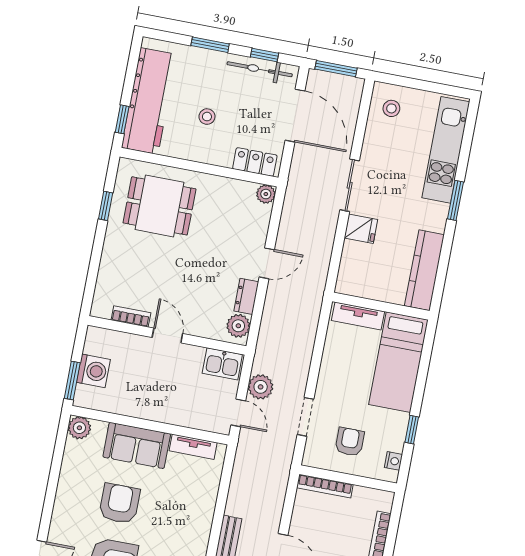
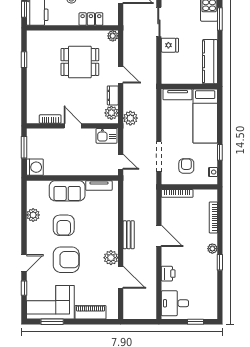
locker: (255, 162) -> (91, 19), moved
dining table: (159, 206) -> (80, 62), moved
door: (267, 263) -> (121, 75), hinge flipped
washing machine: (93, 371) -> (35, 167), moved
window: (72, 380) -> (24, 147), moved
plant: (261, 387) -> (130, 118), moved
doorway: (305, 417) -> (159, 157), width x1.38
plant: (79, 428) -> (33, 215), moved
armchair: (120, 504) -> (64, 225), turned 180

